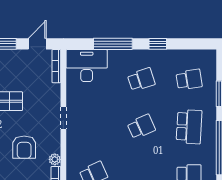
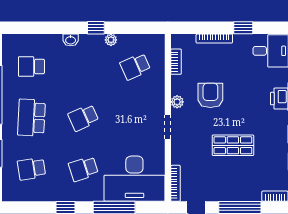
desk: (87, 66) -> (134, 179), width x1.36, depth x1.30
plant: (55, 159) -> (177, 102), moved

